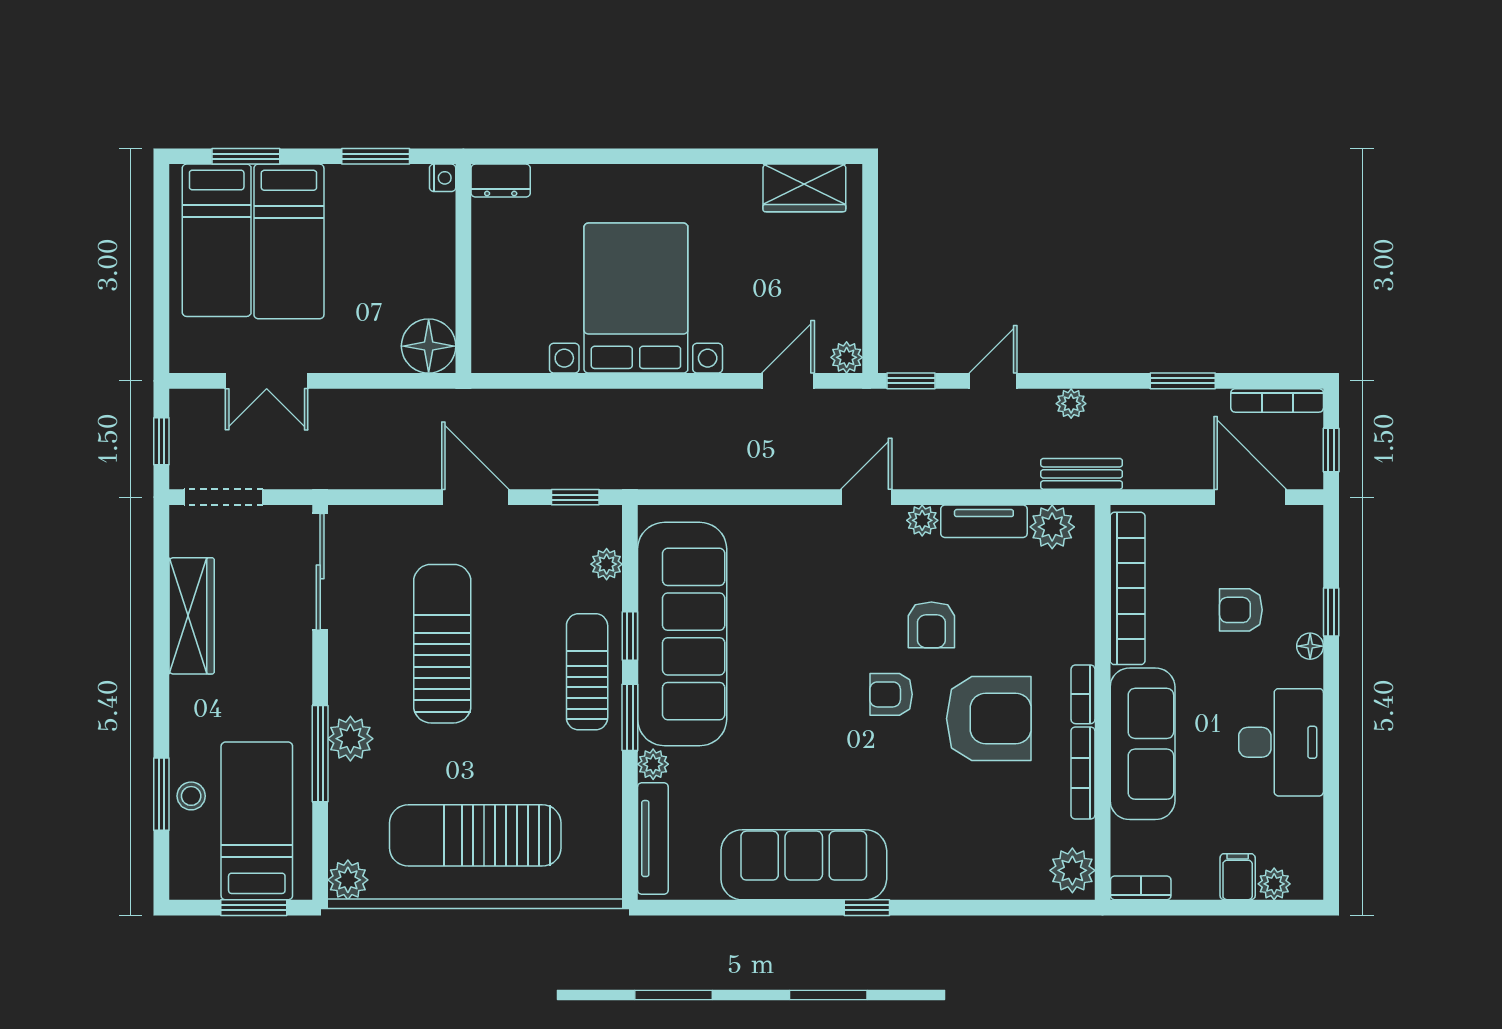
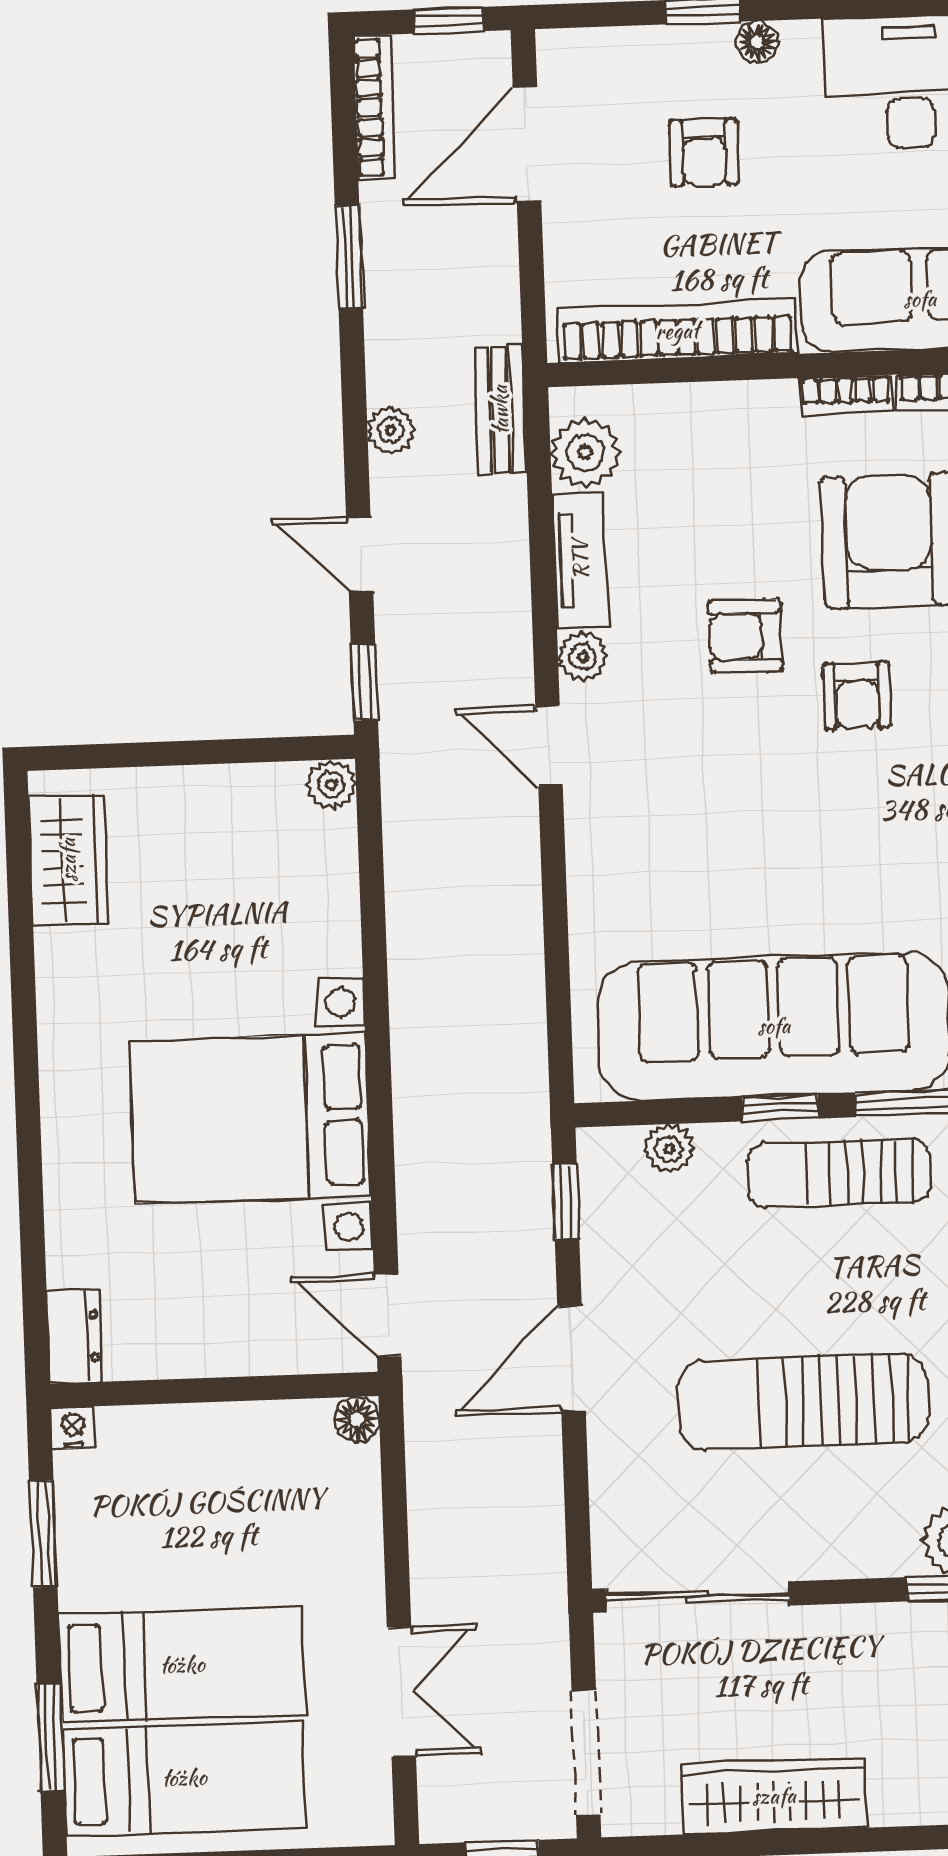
floor lamp: (429, 346) -> (357, 1419), width x0.53, depth x0.53
door: (788, 381) -> (388, 1315), moved
armchair: (931, 625) -> (745, 636), turned 180

